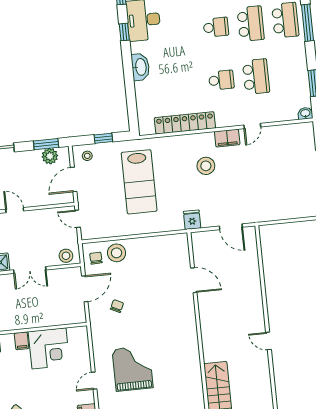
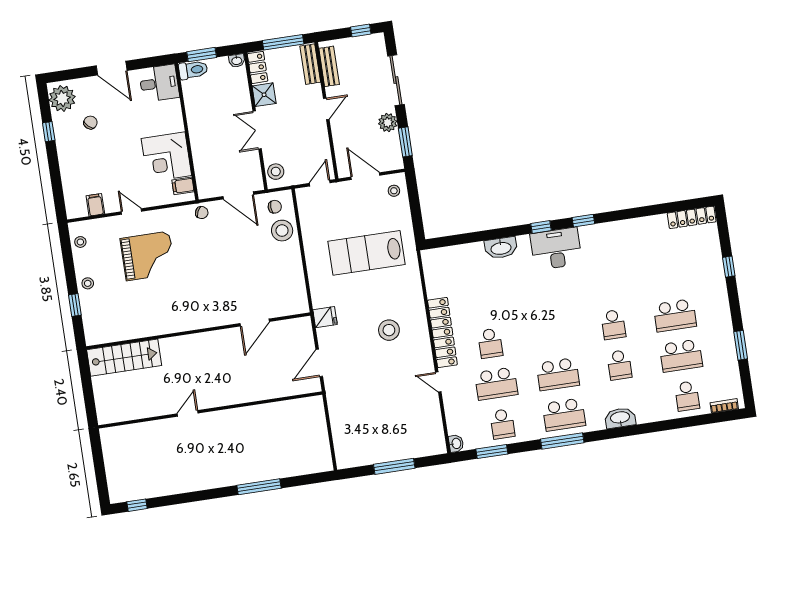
school desk: (216, 27) -> (502, 424), moved
locker: (185, 123) -> (442, 332), moved
window: (103, 138) -> (415, 209), removed
filing cabinet: (227, 138) -> (423, 353), removed
plant: (50, 156) -> (388, 123), moved
chair: (117, 306) -> (202, 213), moved
filing cabinet: (22, 341) -> (183, 186), moved

